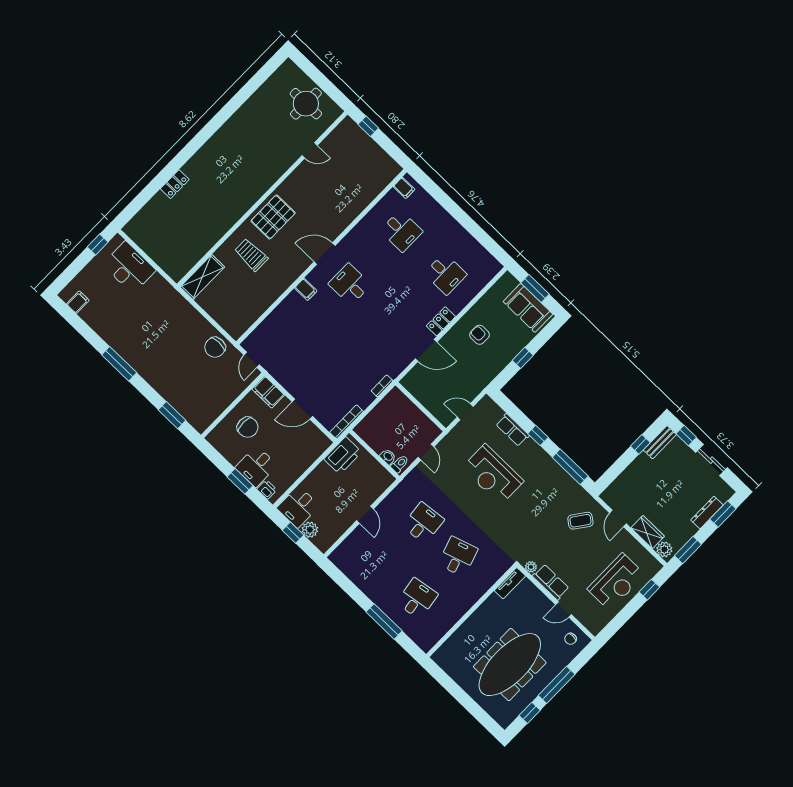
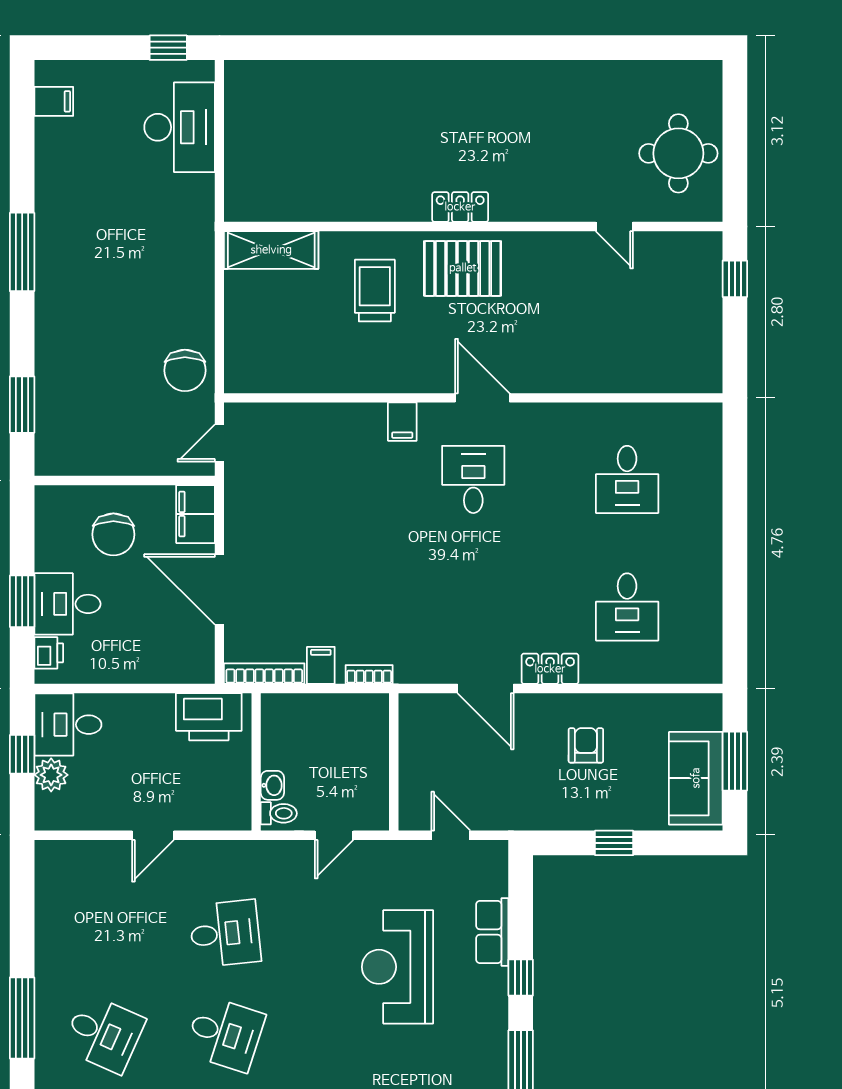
locker: (175, 184) -> (460, 207), moved, turned 180
filing cabinet: (404, 188) -> (321, 665), moved, turned 180
chair: (215, 347) -> (185, 370), turned -90
door: (302, 409) -> (219, 589), width x1.36
desk: (458, 557) -> (225, 1034), turned 36
desk: (417, 599) -> (104, 1034), turned 33

